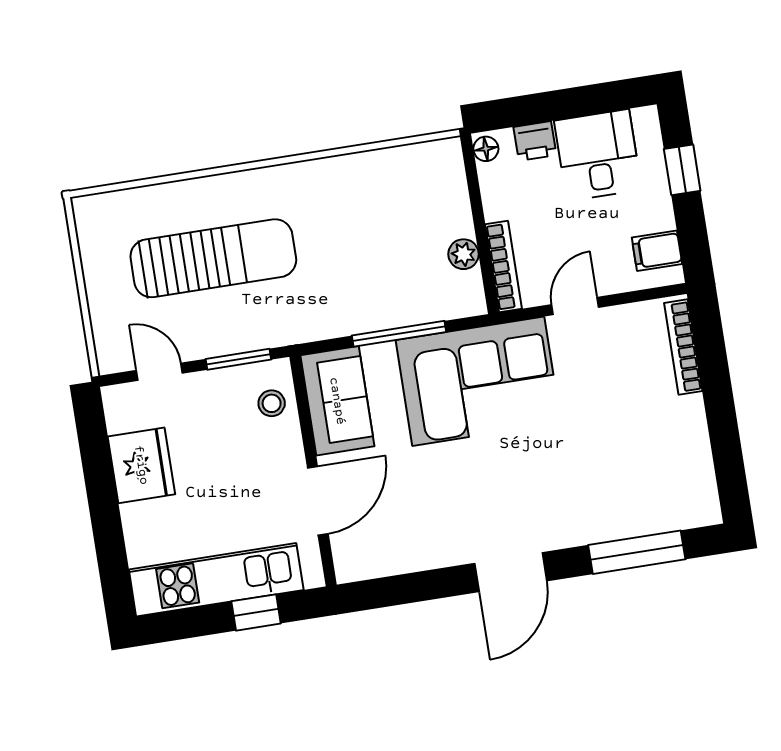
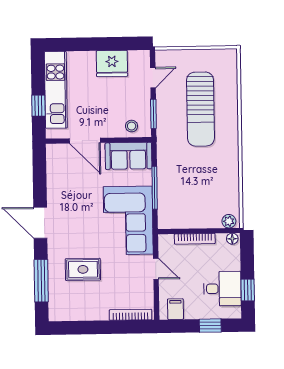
window: (593, 99) -> (248, 290), added
printer: (535, 141) -> (233, 261), removed
plant: (464, 254) -> (229, 221), moved
bookcase: (503, 266) -> (195, 239), moved
rug: (599, 465) -> (83, 269), added

